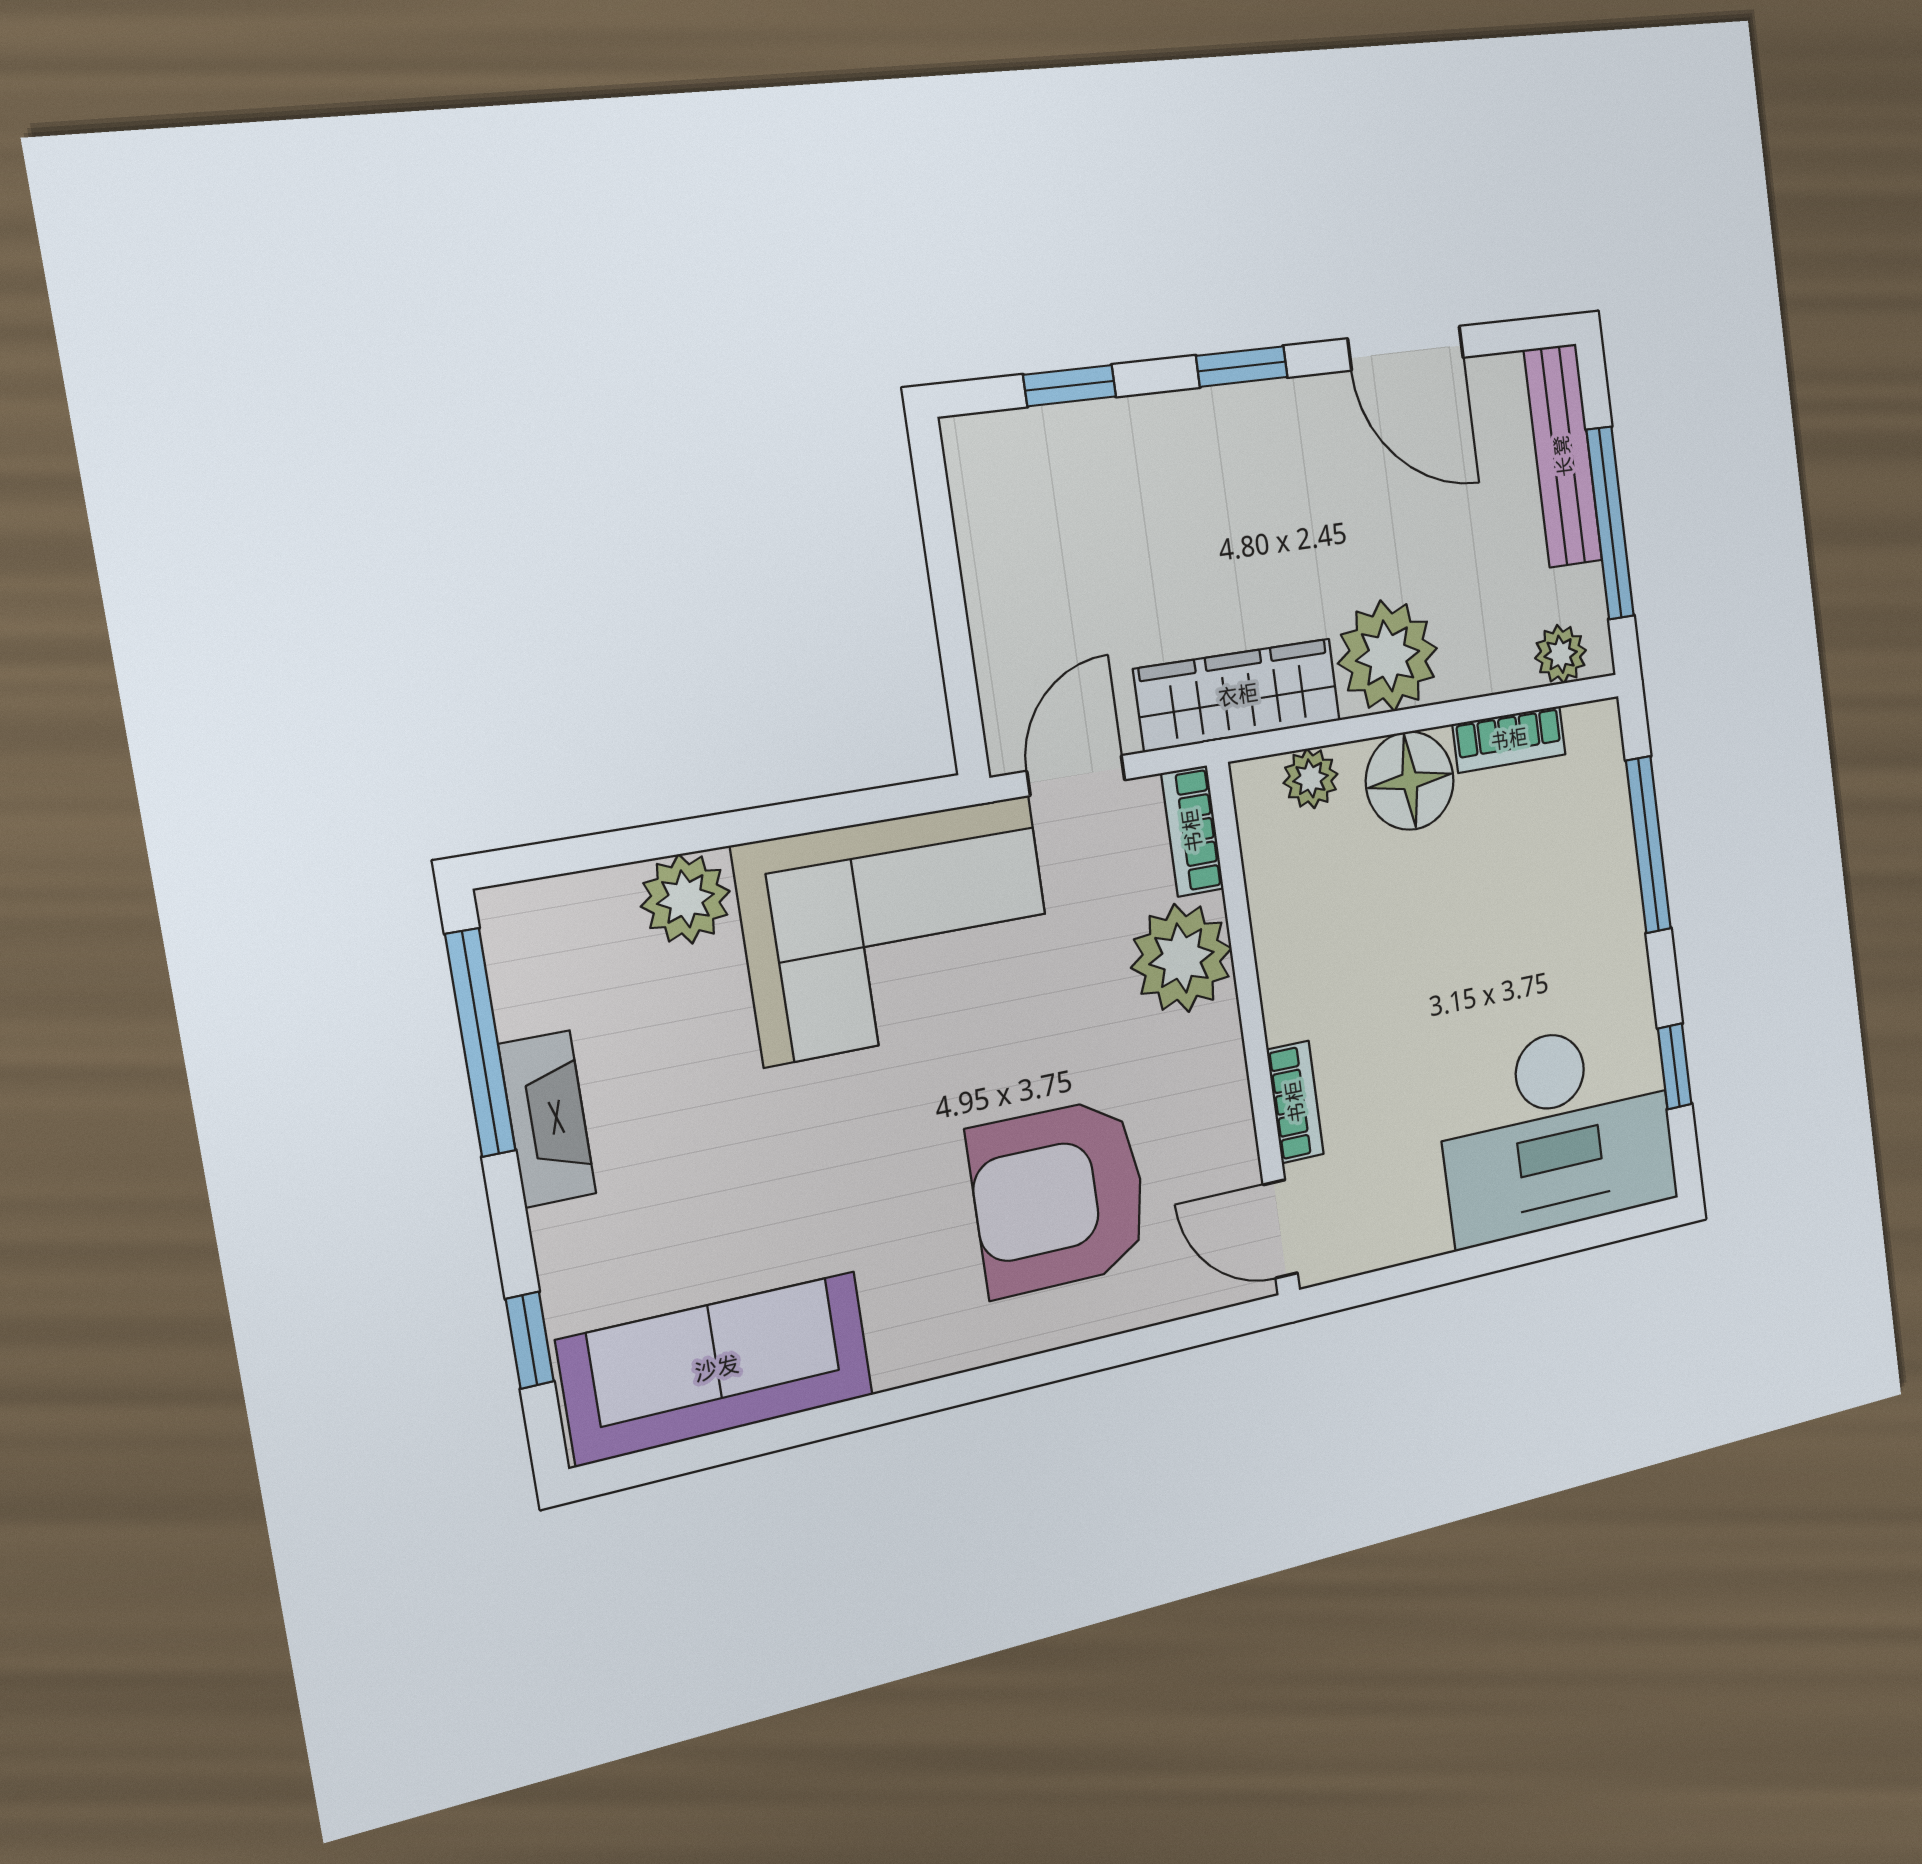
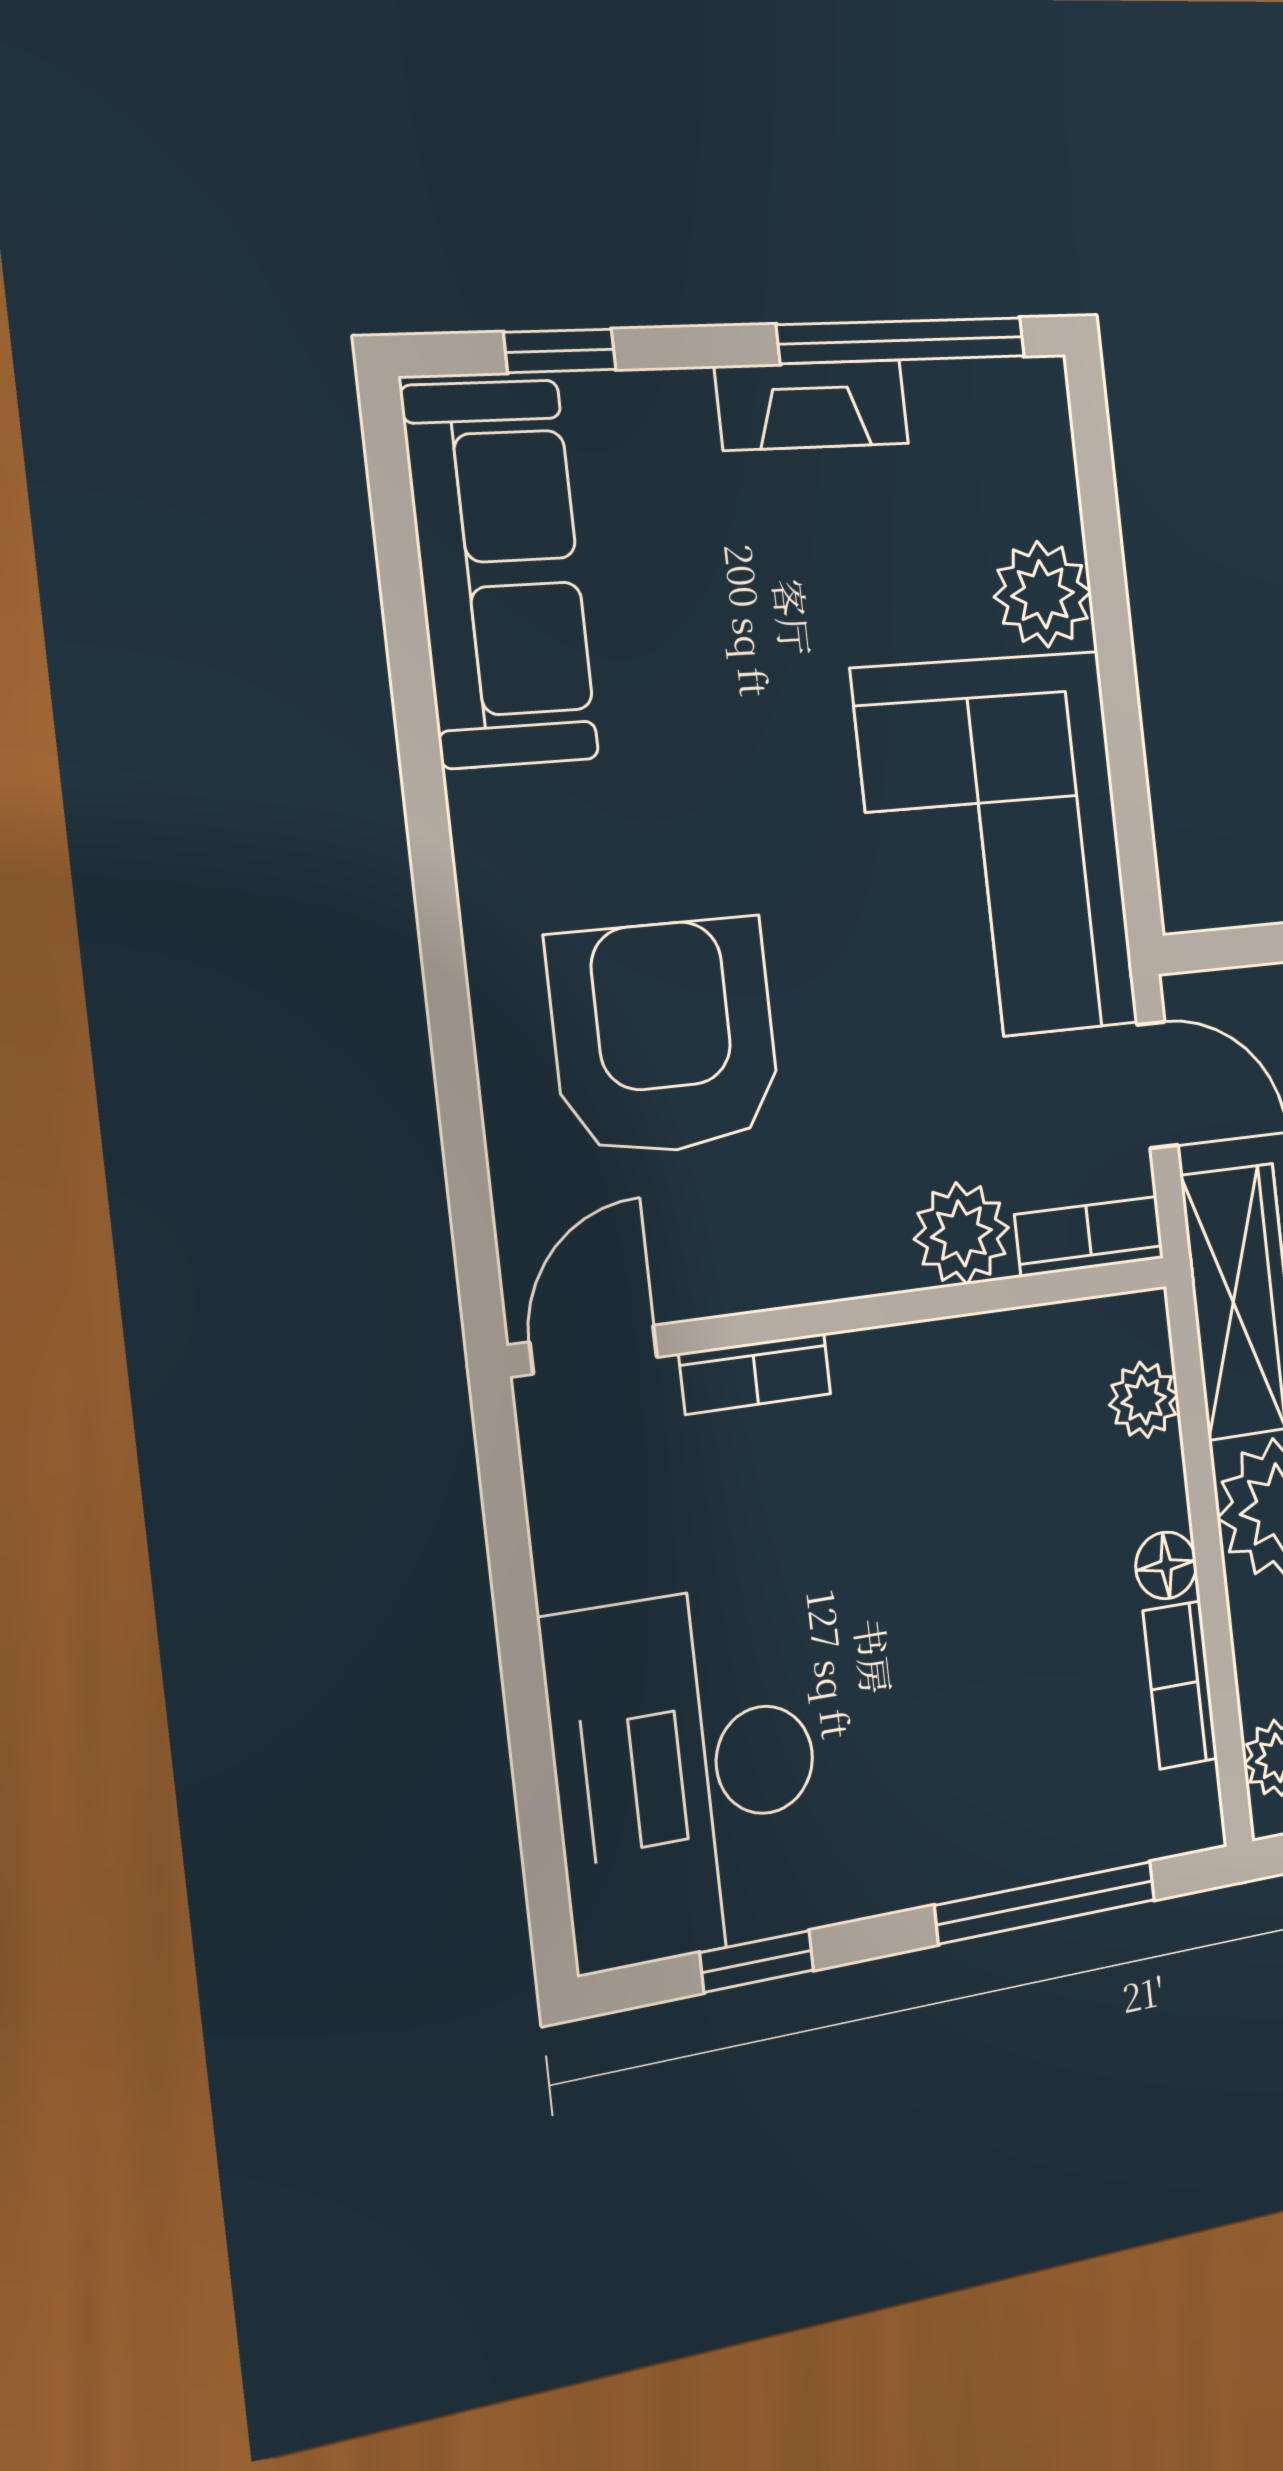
floor lamp: (1410, 781) -> (1166, 1565), width x0.53, depth x0.53
plant: (1182, 958) -> (961, 1233), width x0.73, depth x0.73

